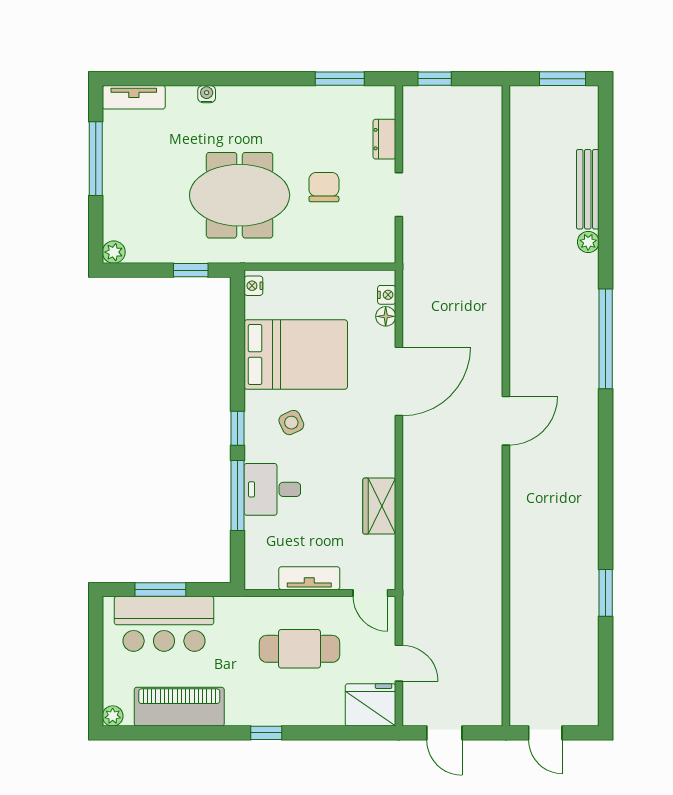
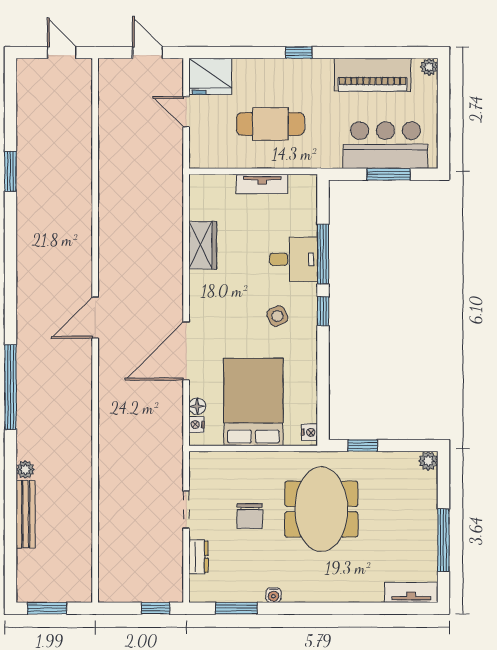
water cooler: (207, 94) -> (273, 595), moved
meeting table: (240, 195) -> (321, 509), turned 90
bed: (296, 355) -> (253, 402), moved, turned 90
door: (370, 593) -> (210, 171), removed

